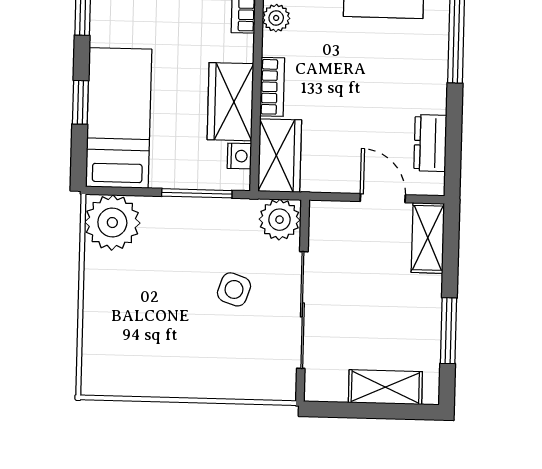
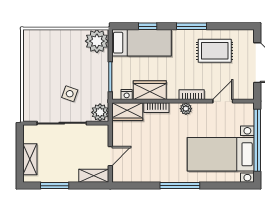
dresser: (430, 143) -> (134, 176), removed

